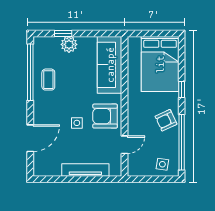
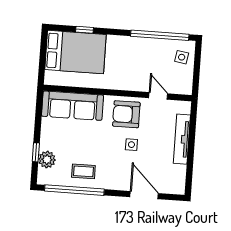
plant: (69, 44) -> (47, 160), moved
window: (182, 90) -> (84, 30), moved
armchair: (105, 116) -> (126, 114), turned 90
armchair: (166, 120) -> (135, 50), removed

